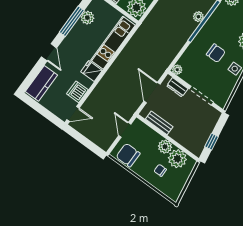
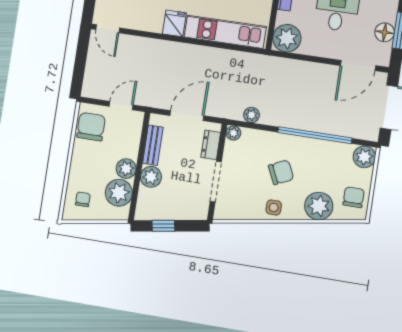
plant: (198, 17) -> (252, 115), moved
chair: (216, 53) -> (281, 172), turned -115
dishwasher: (77, 92) -> (139, 19), removed
plant: (178, 134) -> (151, 177), added
chair: (160, 170) -> (83, 199), moved

